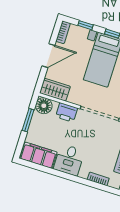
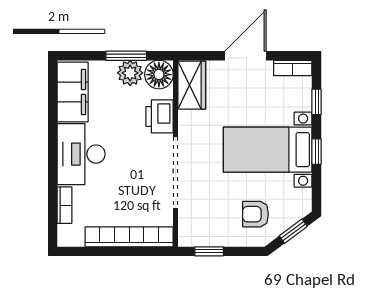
door: (48, 56) -> (246, 56), swing flipped
plant: (38, 121) -> (130, 73), added
desk: (69, 160) -> (81, 154), width x1.37

